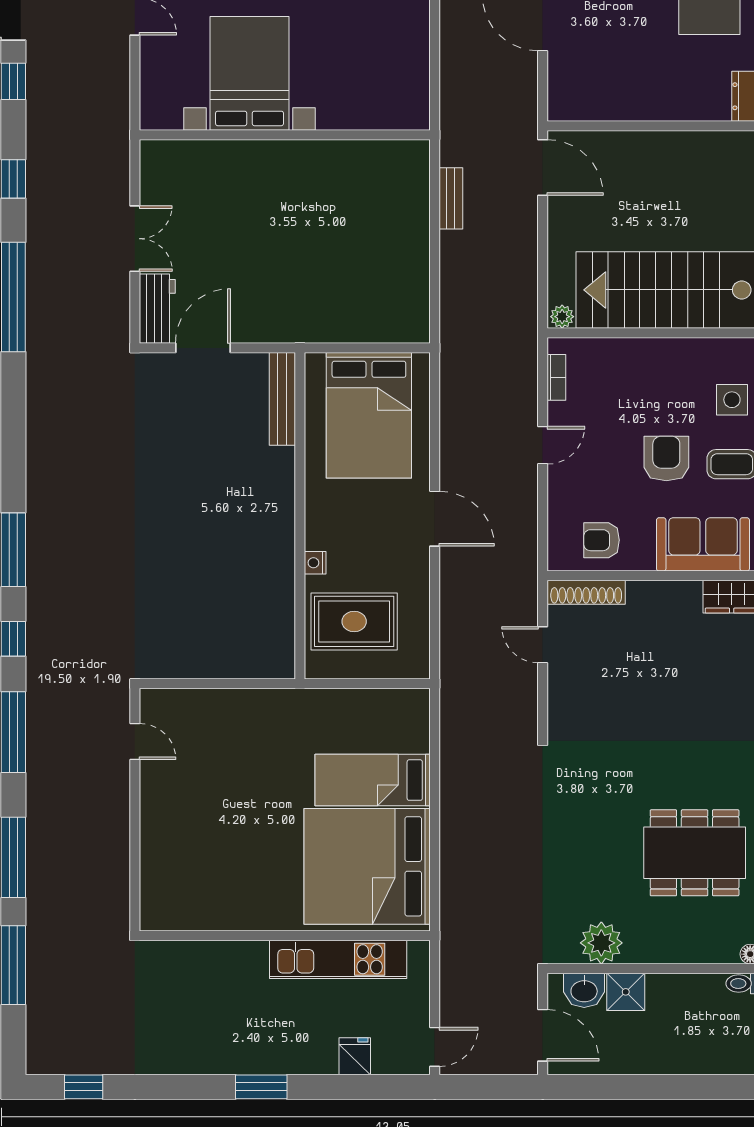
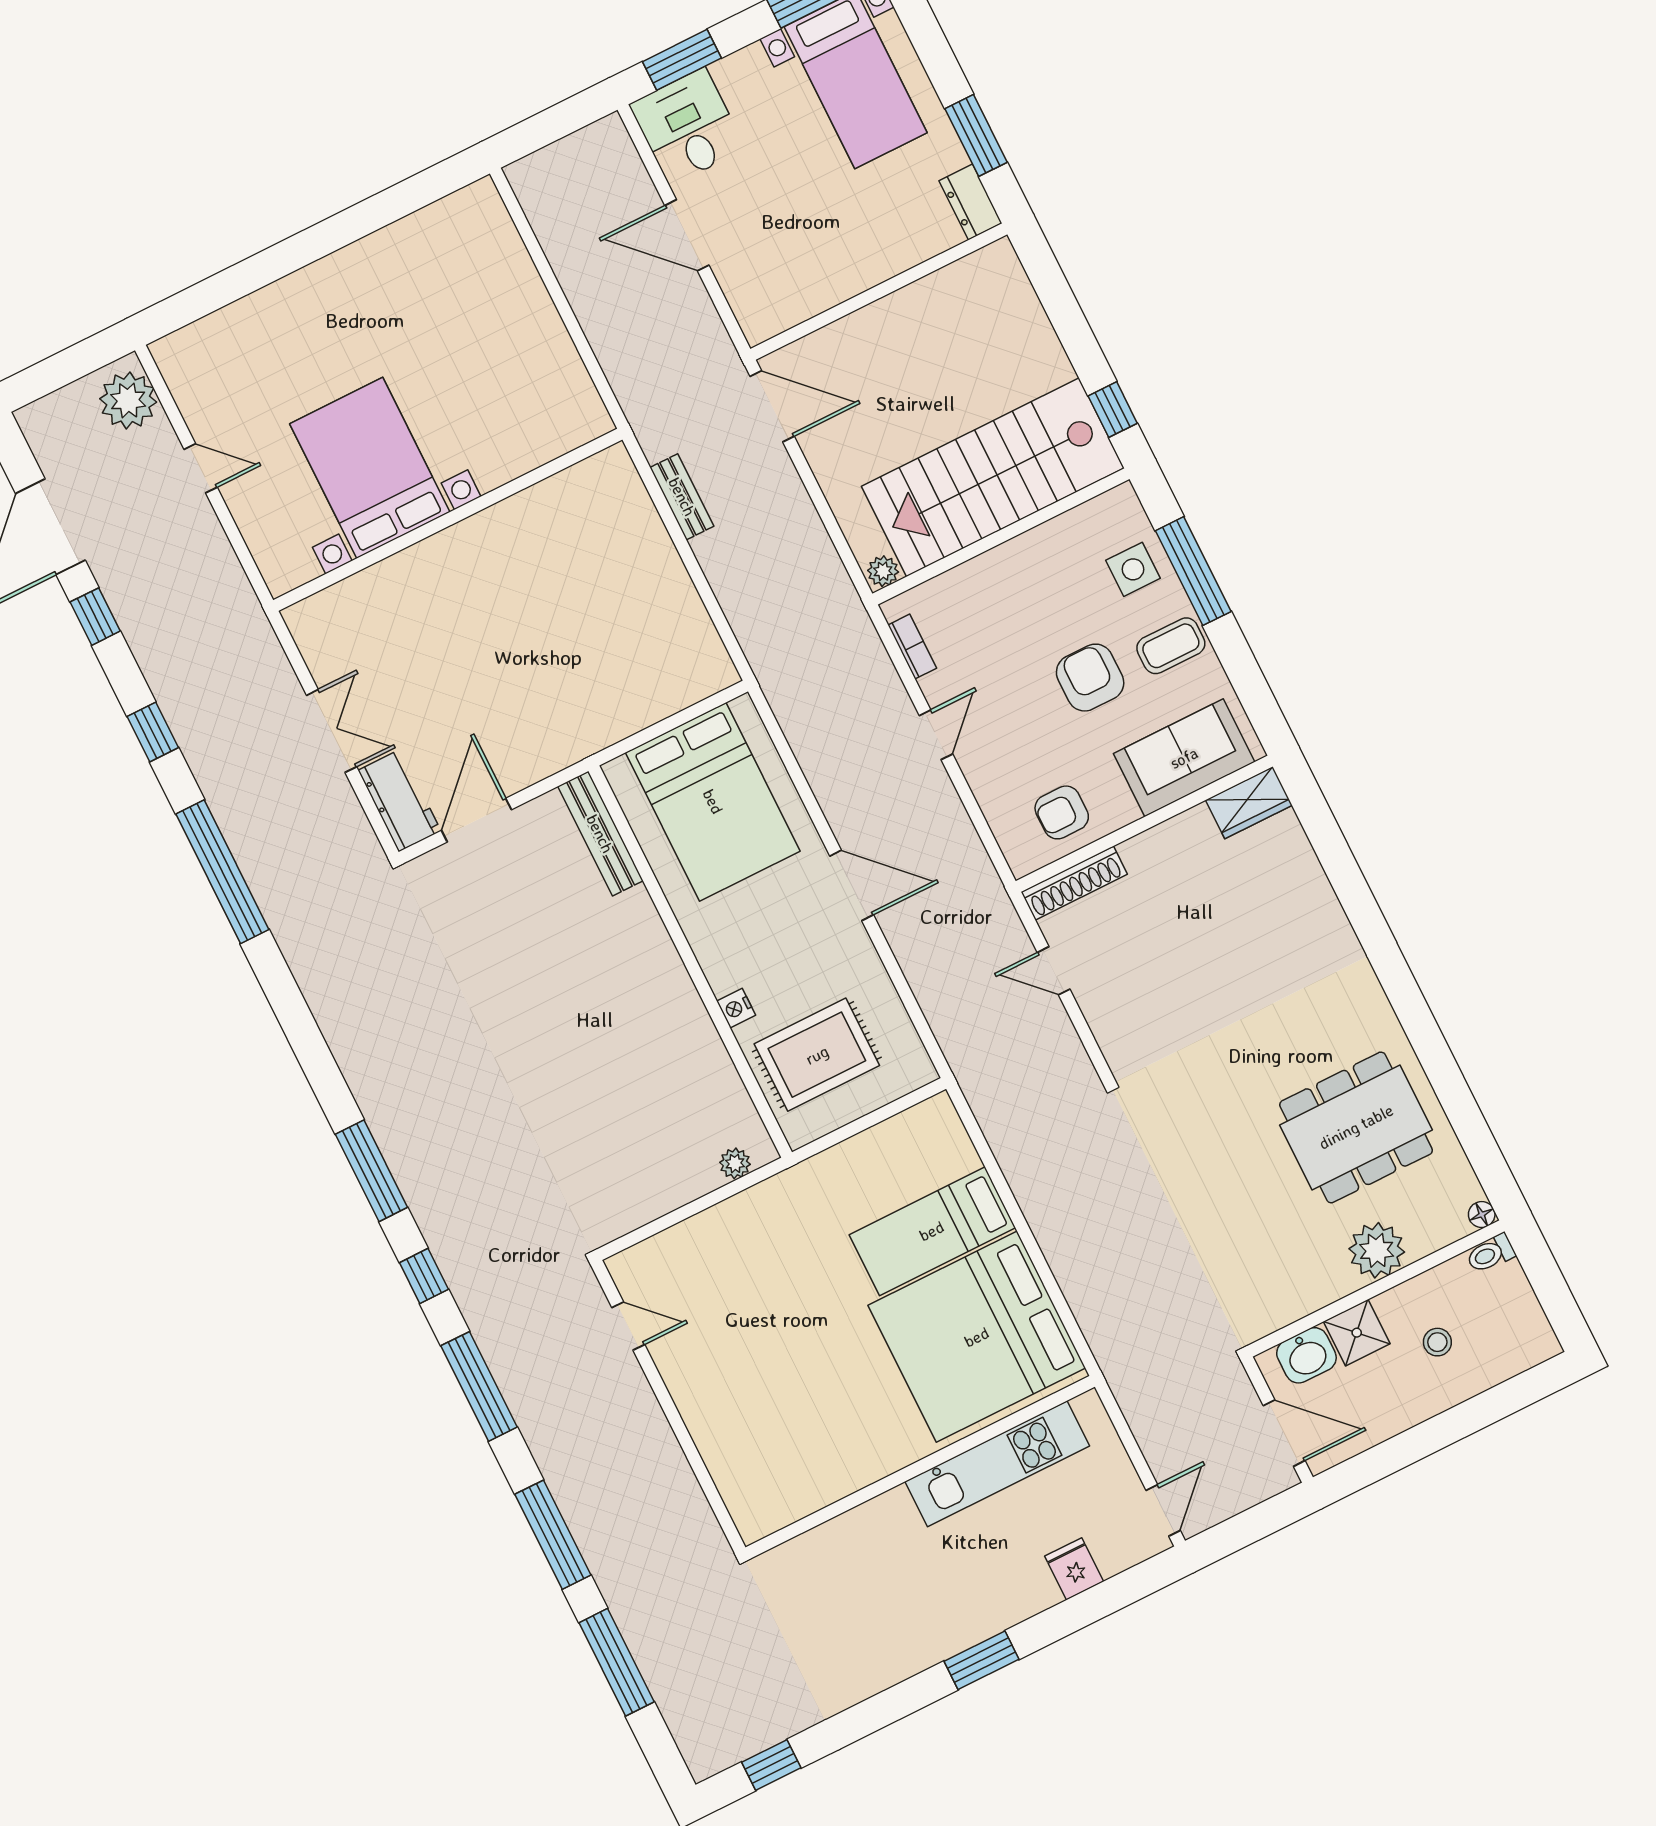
plant: (262, 667) -> (735, 1163), added
plant: (601, 943) -> (1377, 1250), moved
stool: (677, 1025) -> (1437, 1342), added

